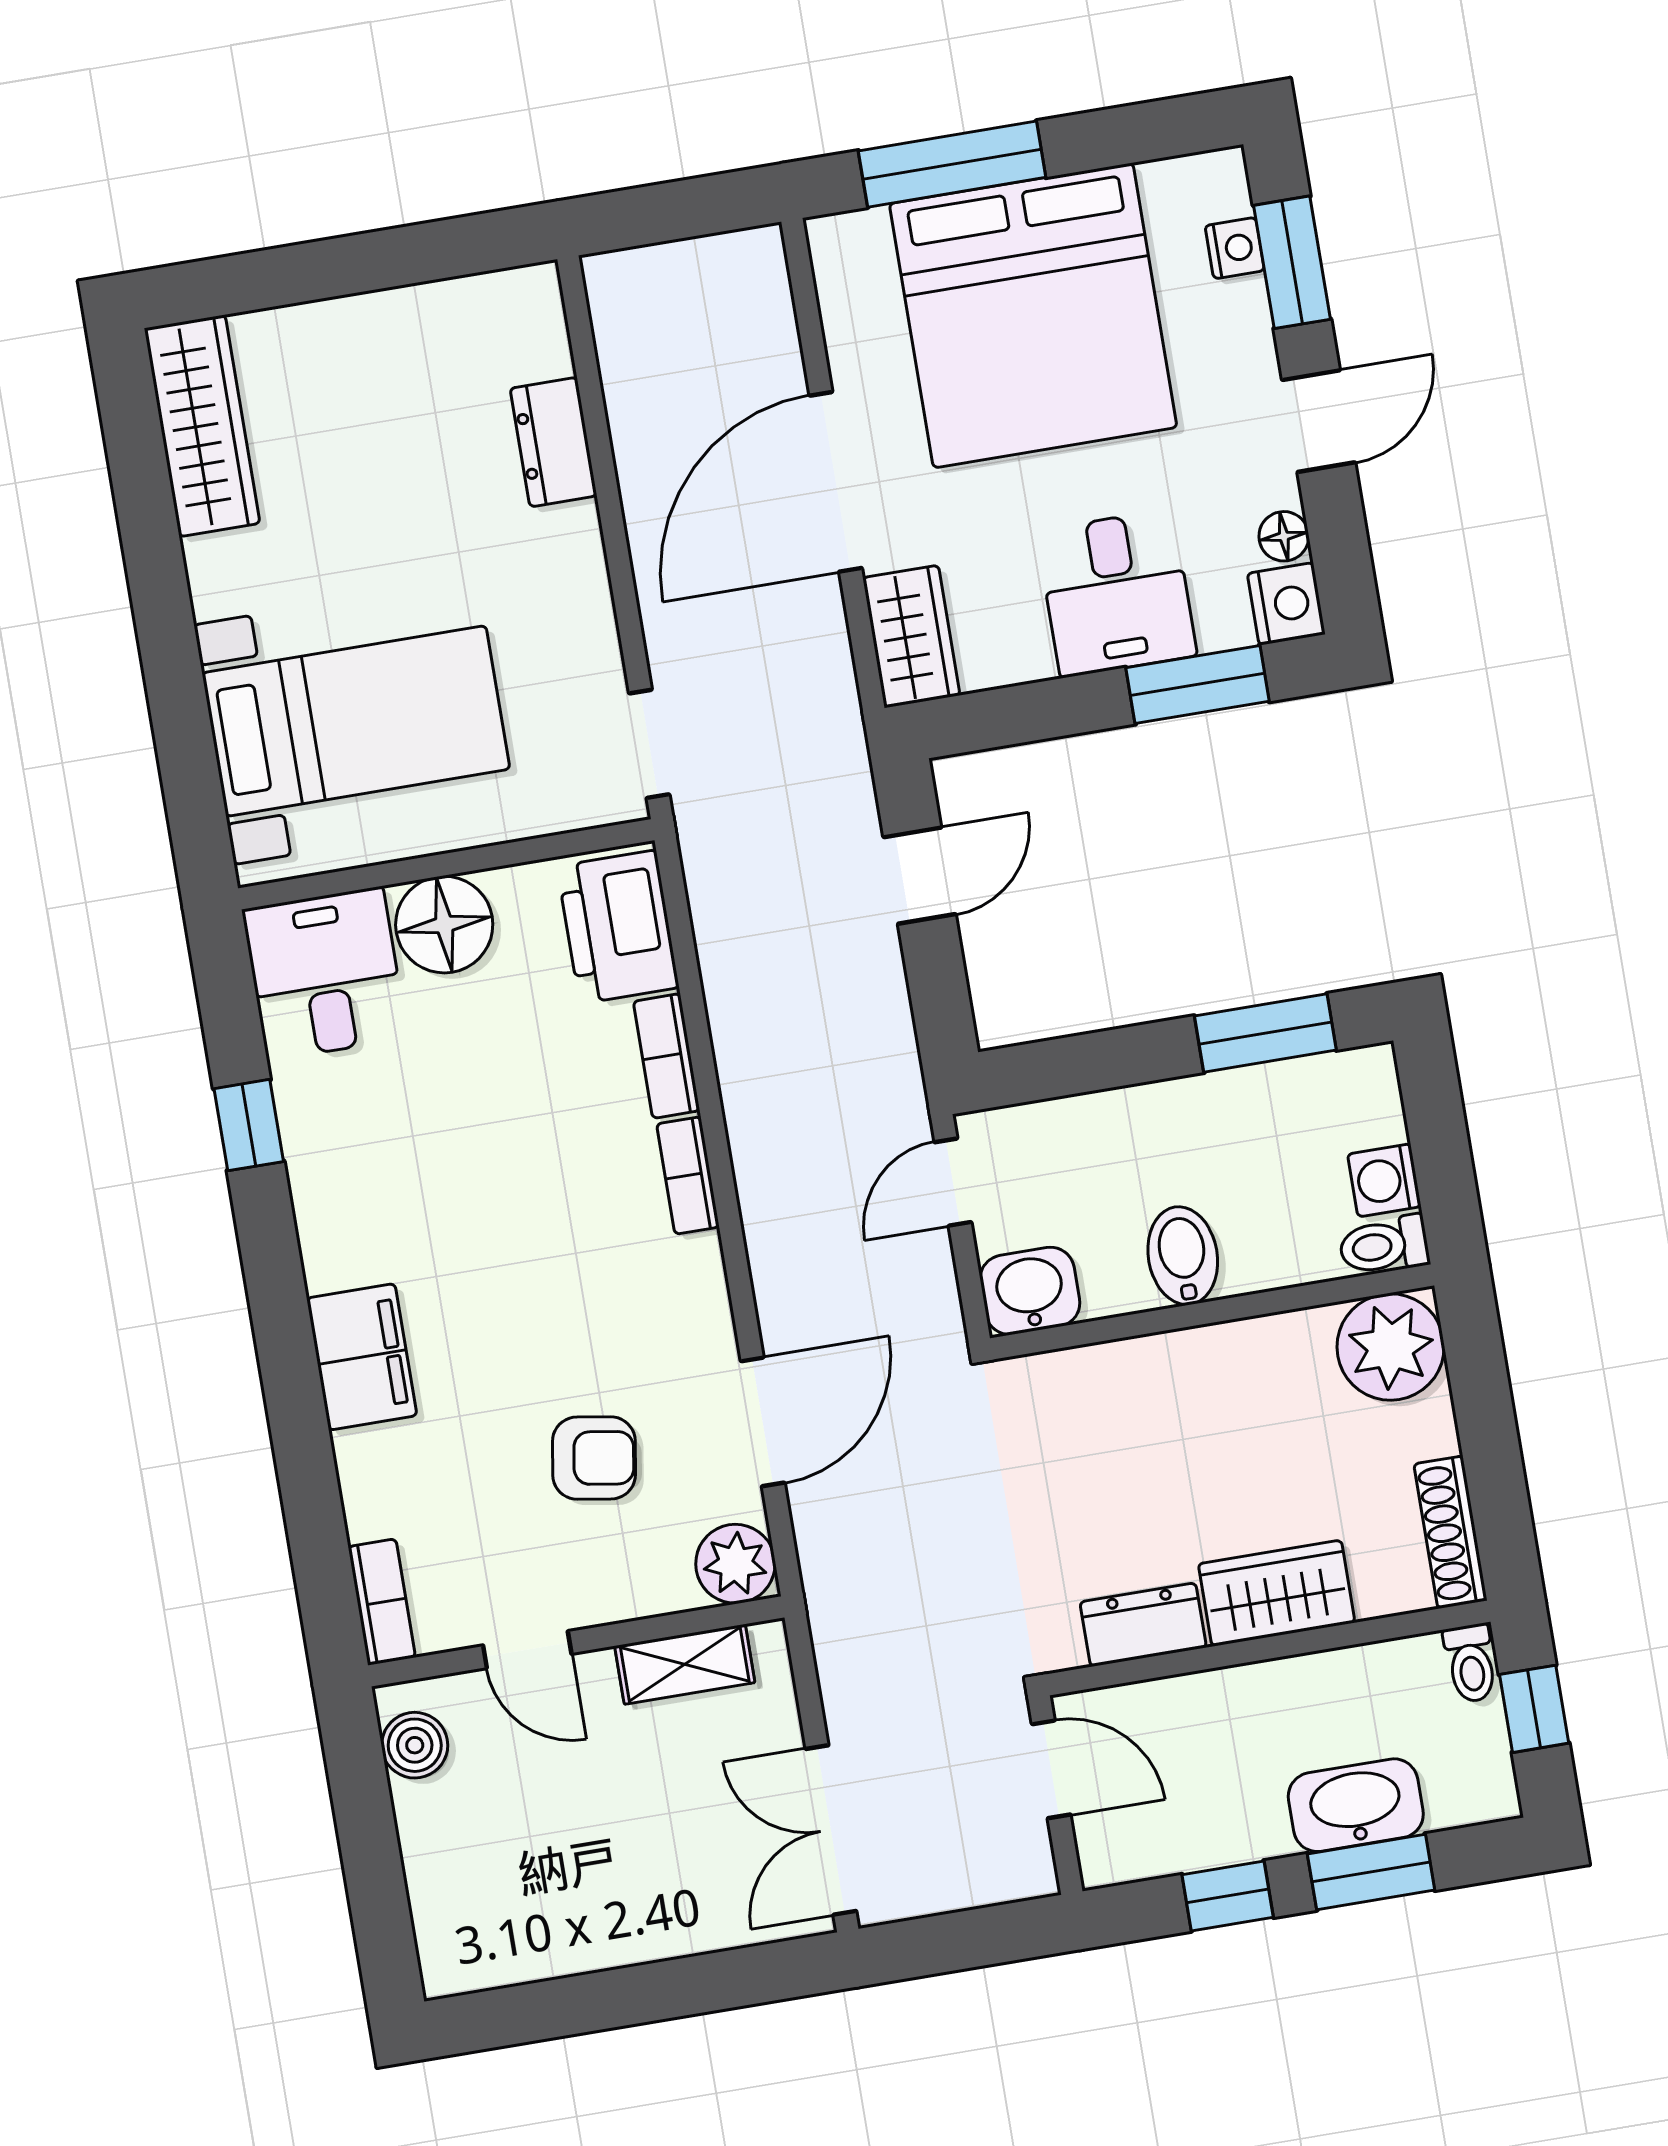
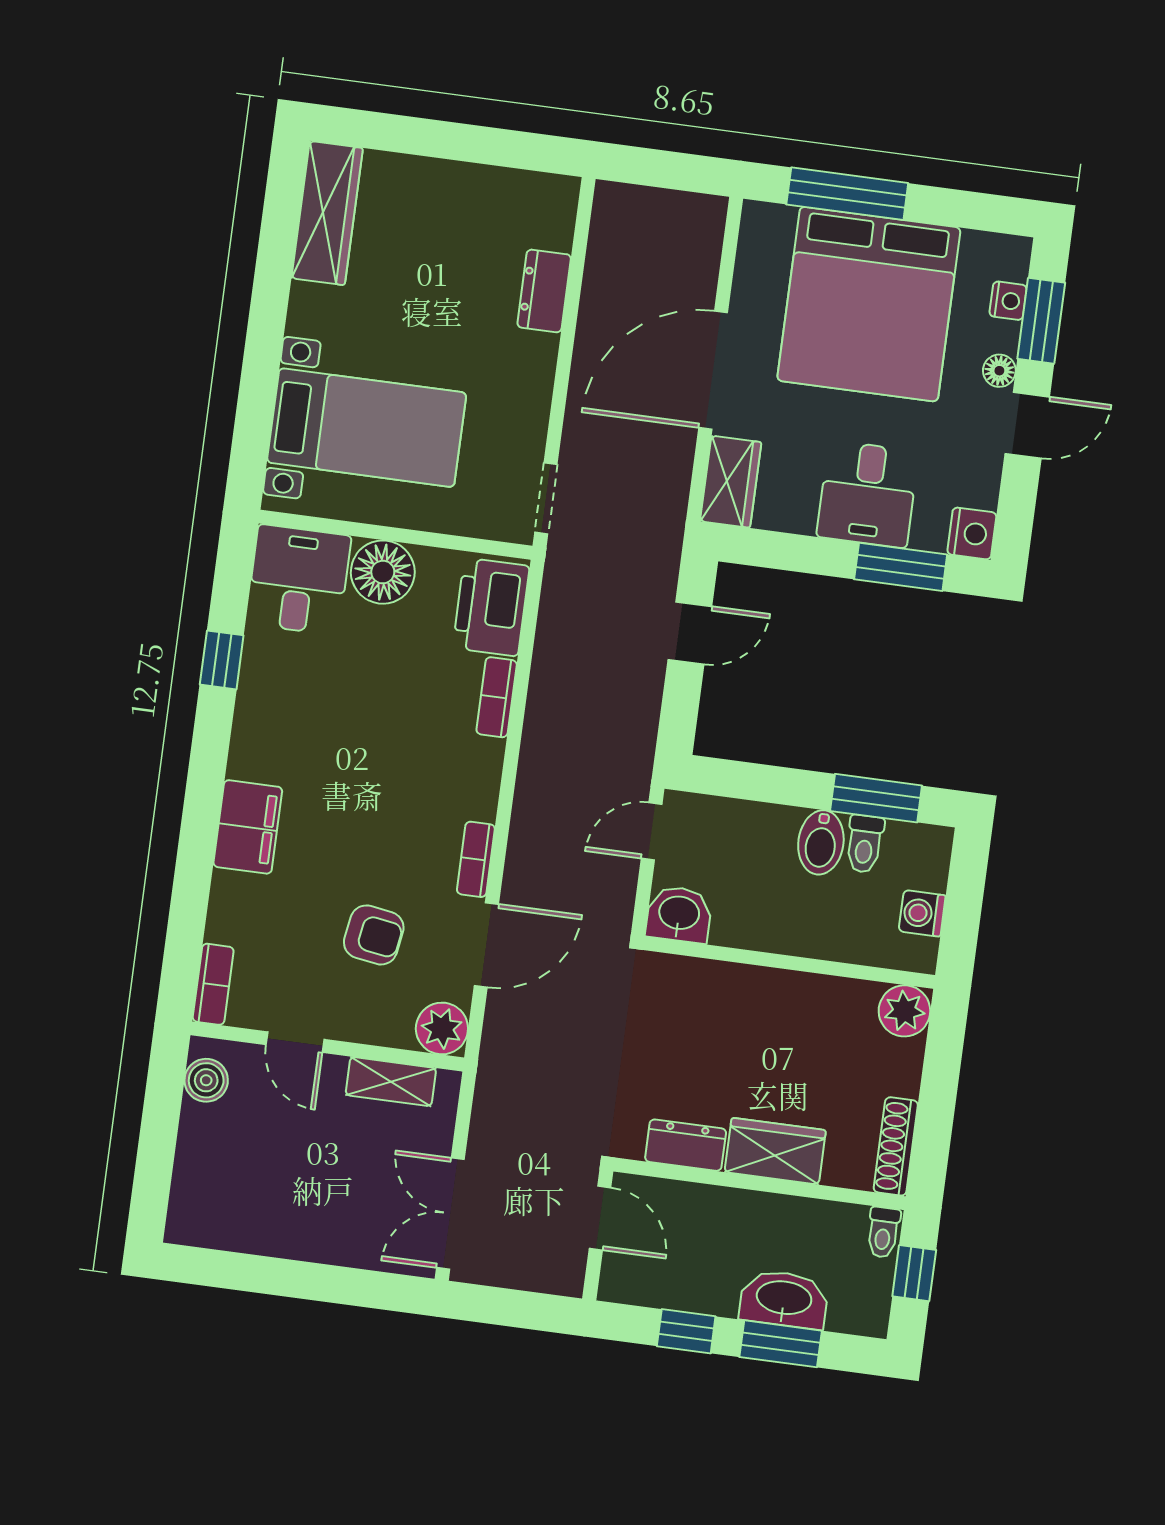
floor lamp: (1284, 536) -> (999, 371), moved
bookcase: (688, 1175) -> (476, 859), moved
toilet: (1384, 1245) -> (865, 844), moved, turned -90
bidet: (1183, 1256) -> (821, 842), moved, turned 180
plant: (1391, 1347) -> (904, 1011), width x0.73, depth x0.73

